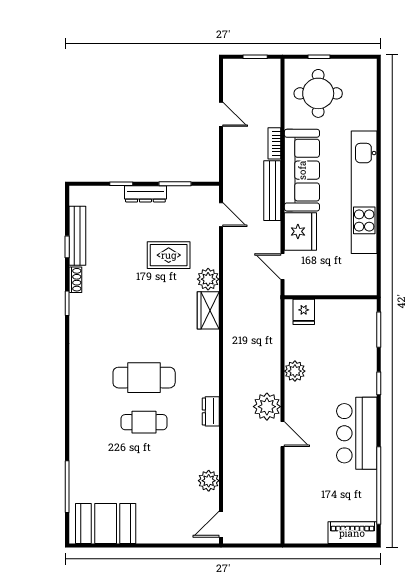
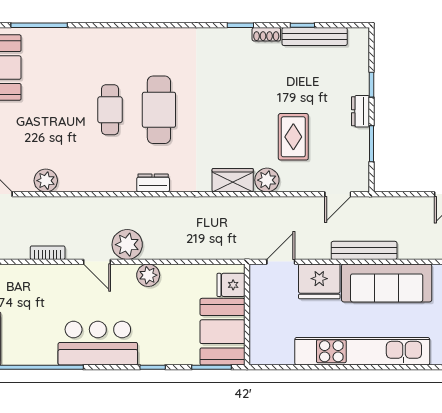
bookcase: (274, 143) -> (48, 253), moved
dresser: (145, 194) -> (361, 111), width x0.70
booth: (346, 320) -> (222, 332), added
plant: (295, 371) -> (148, 275), moved
dresser: (211, 411) -> (153, 183), moved
door: (283, 434) -> (97, 262), hinge flipped

